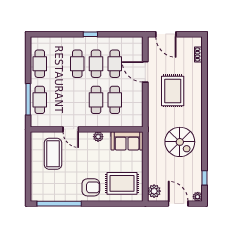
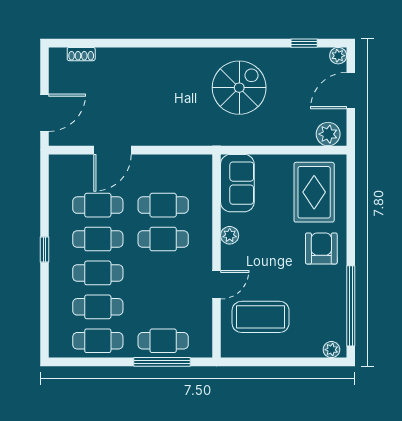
cafe table: (59, 64) -> (98, 307), added
rug: (173, 91) -> (147, 101), removed
plant: (35, 193) -> (331, 350), added

